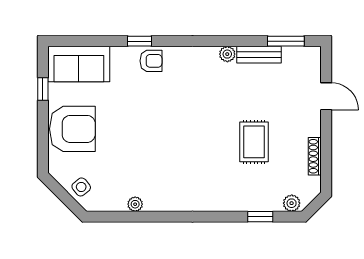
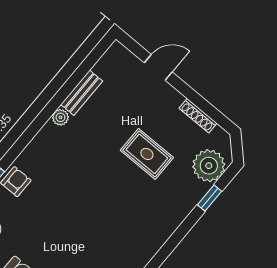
window: (286, 41) -> (89, 63), removed
plant: (292, 203) -> (209, 166), width x1.87, depth x1.87

